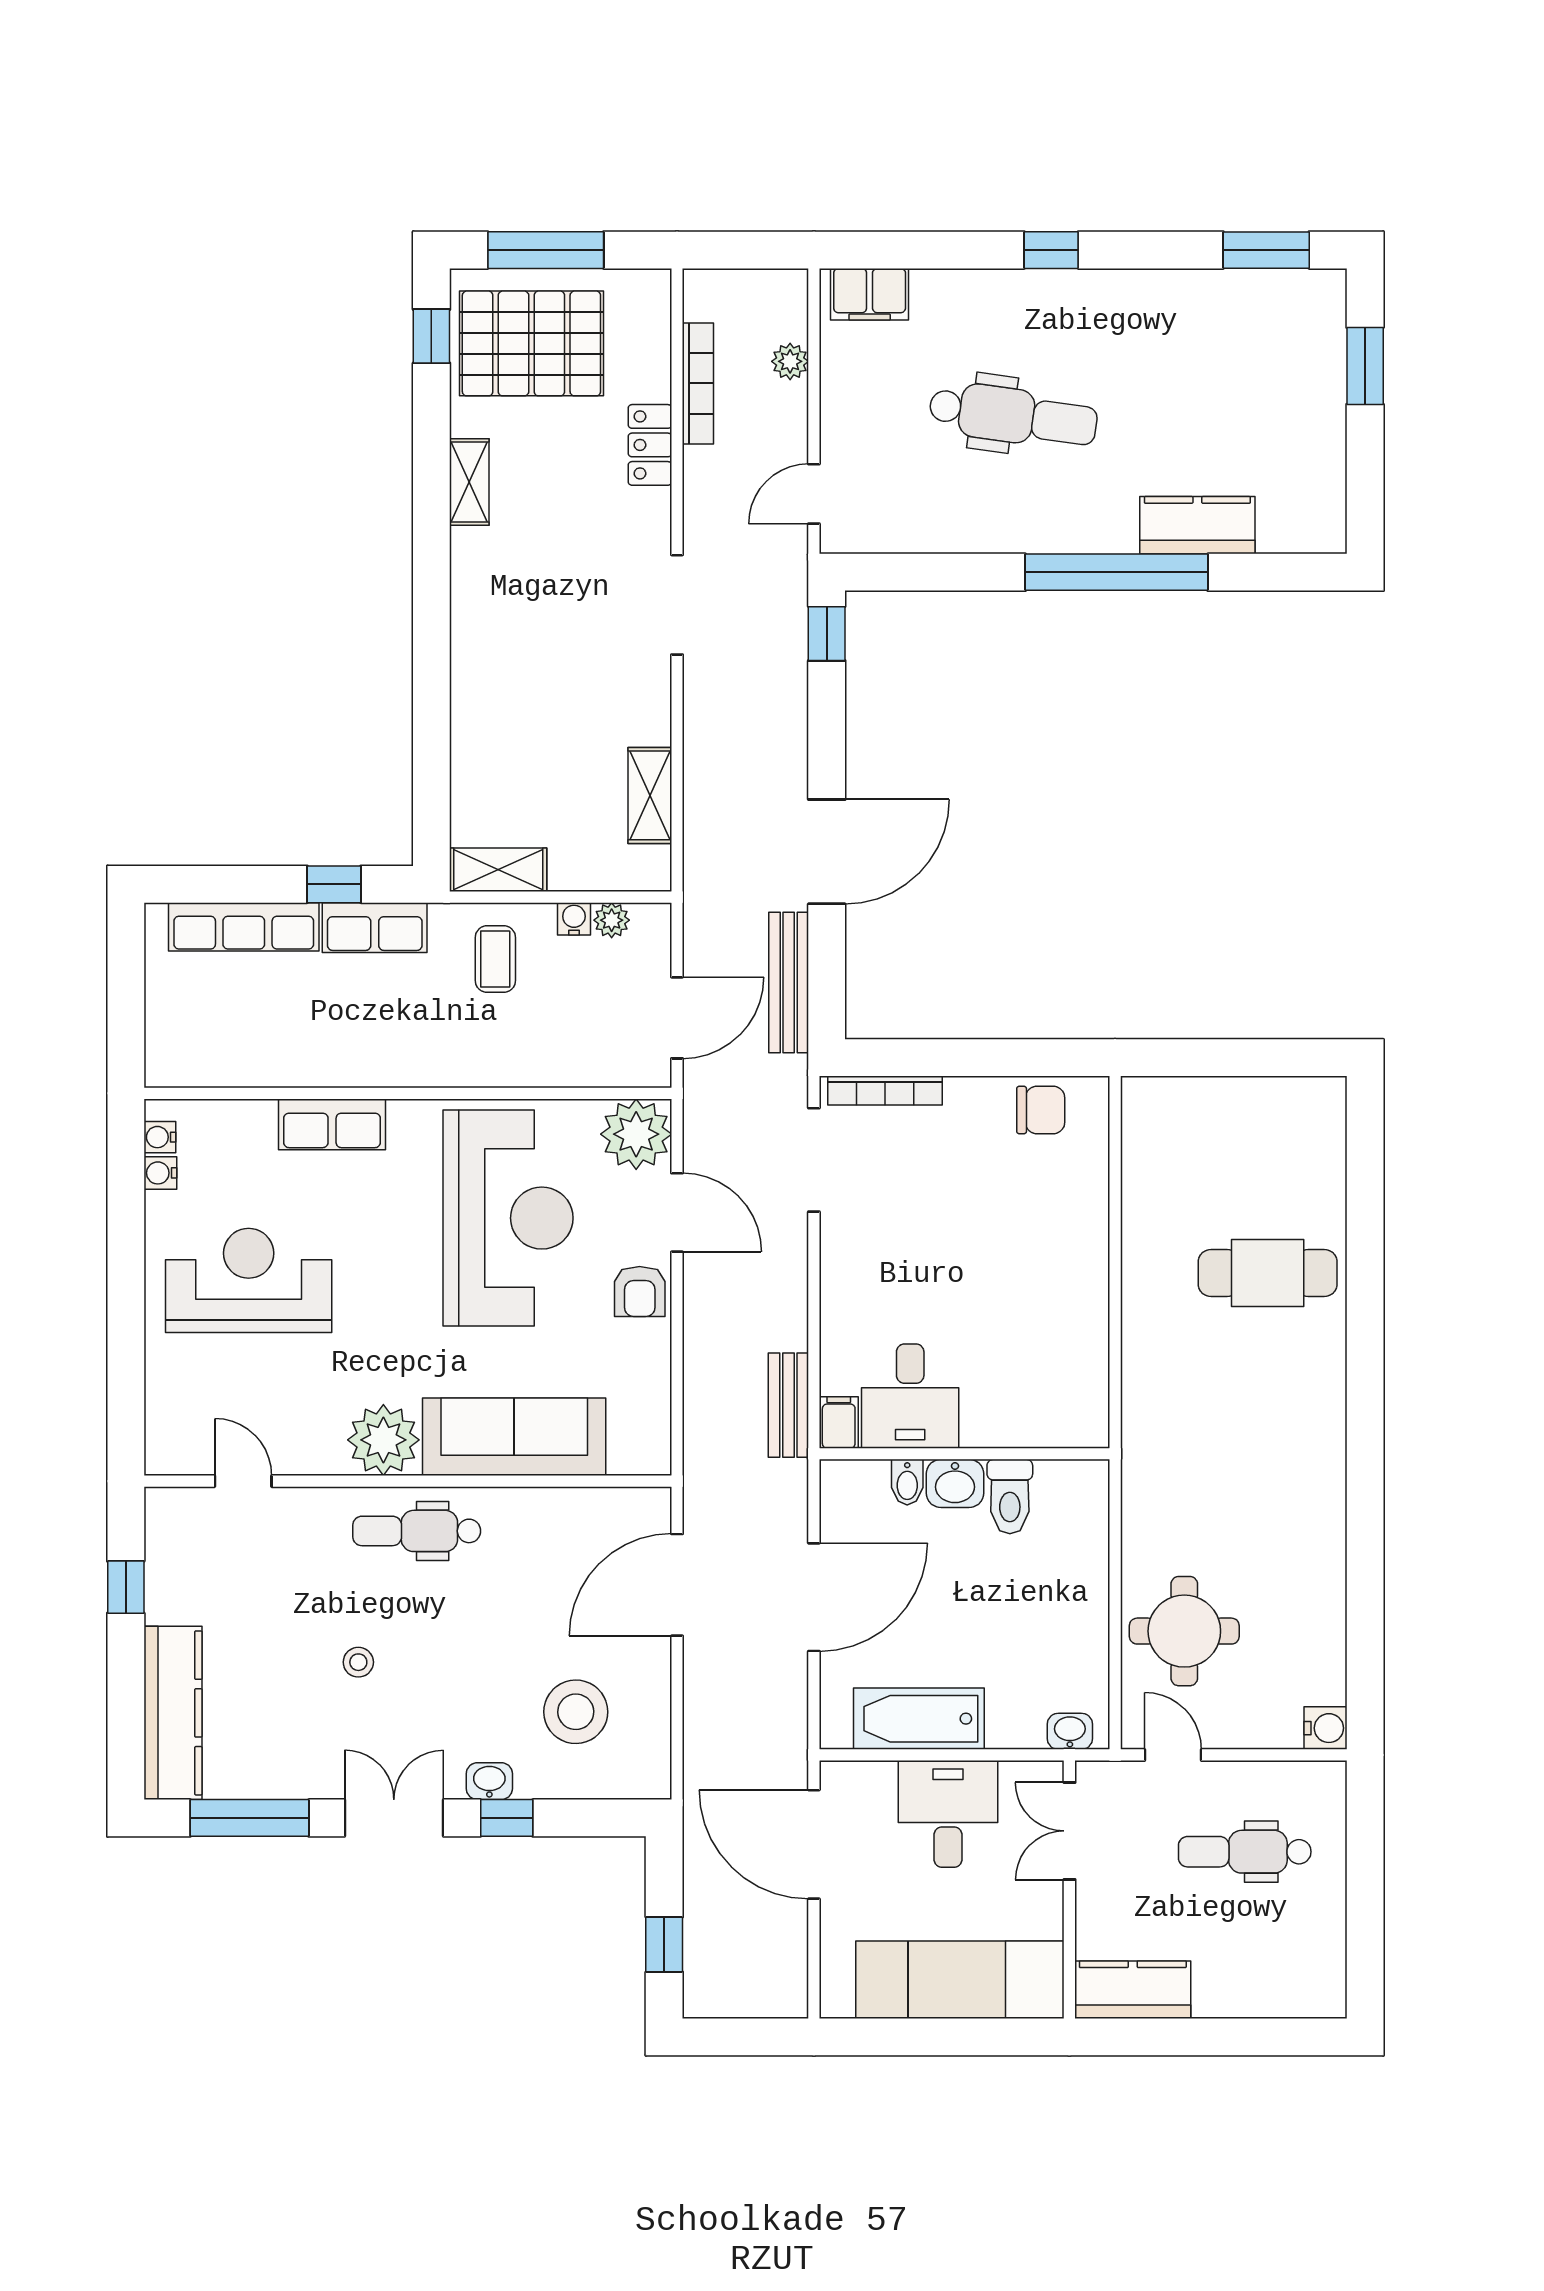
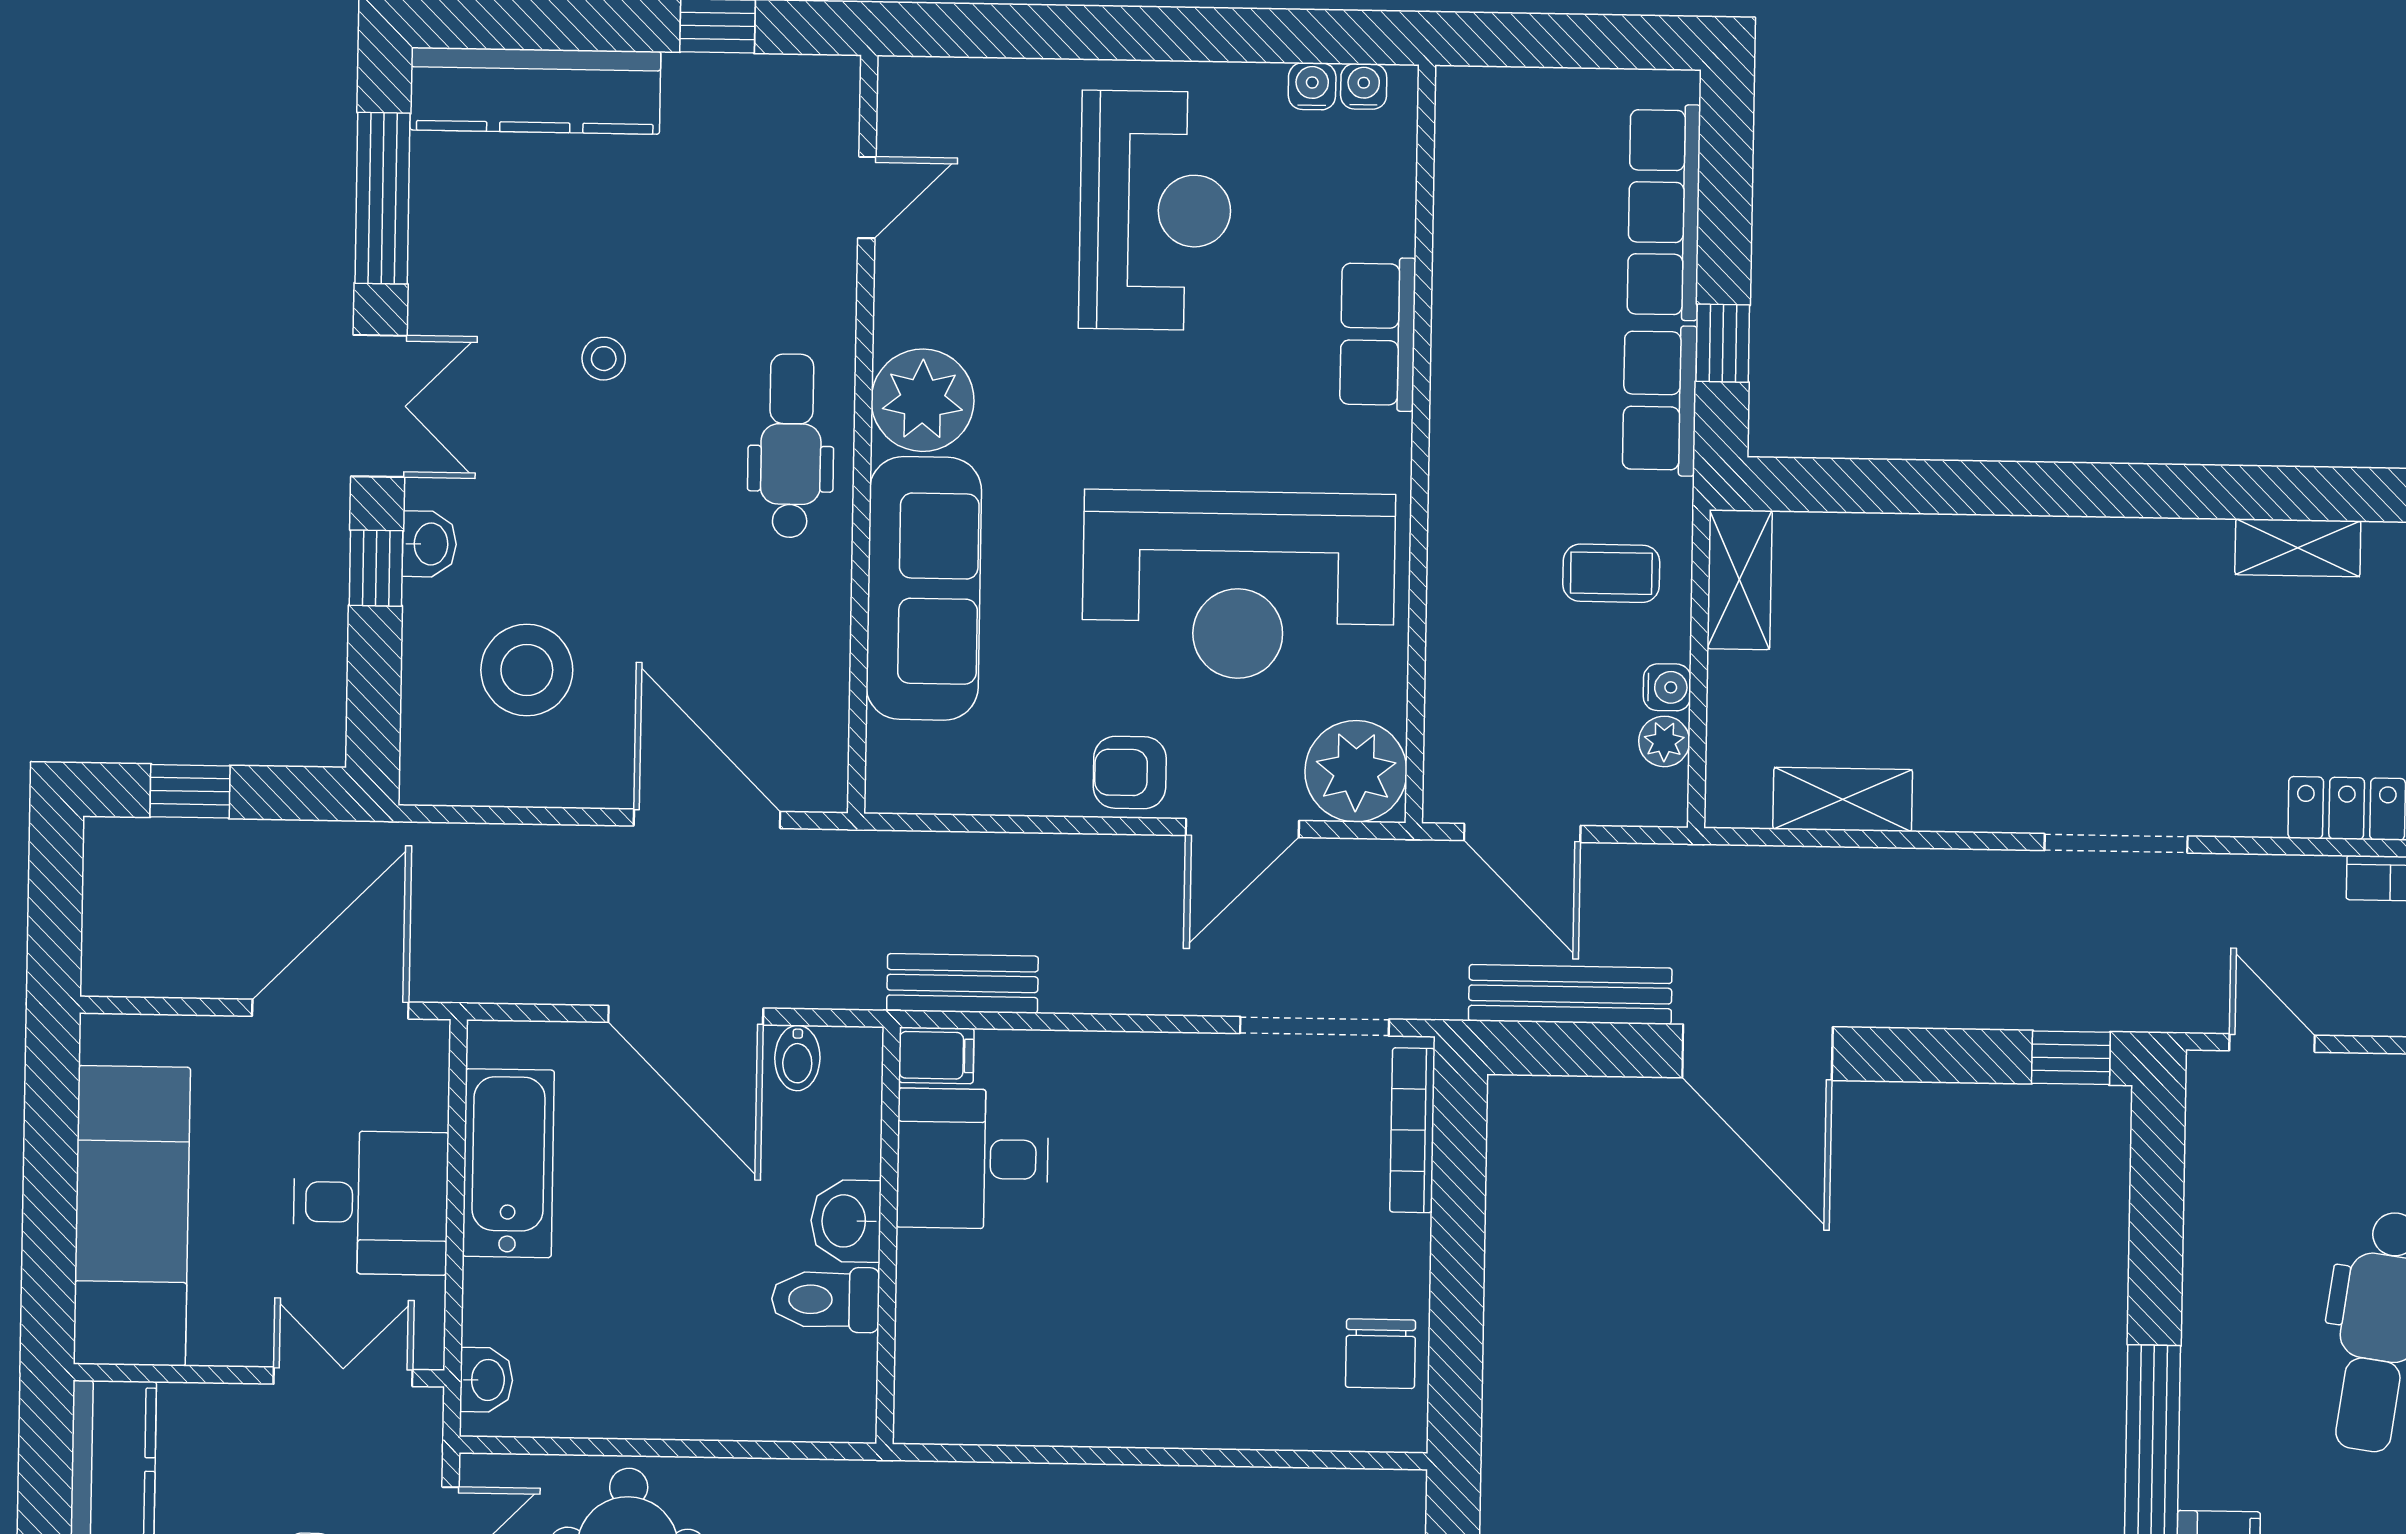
bidet: (907, 1482) -> (797, 1058), moved, turned -90

